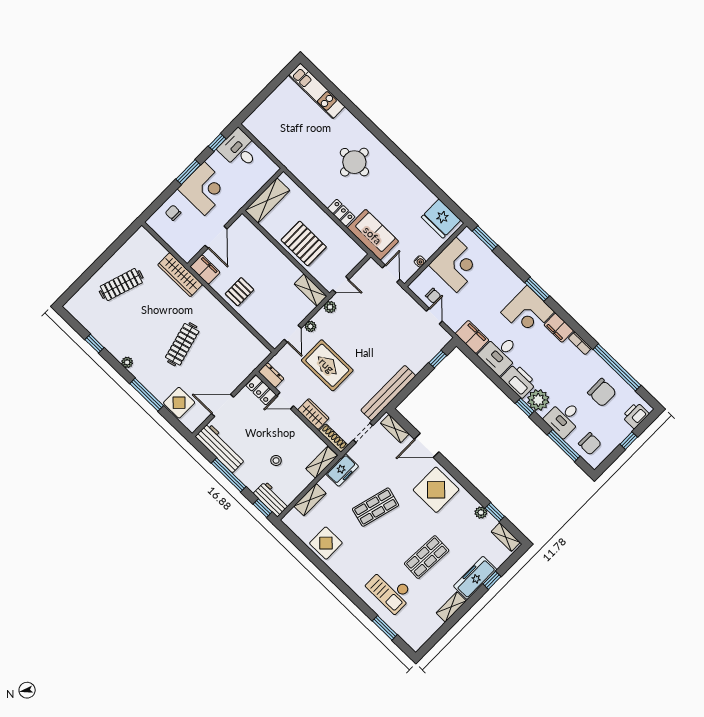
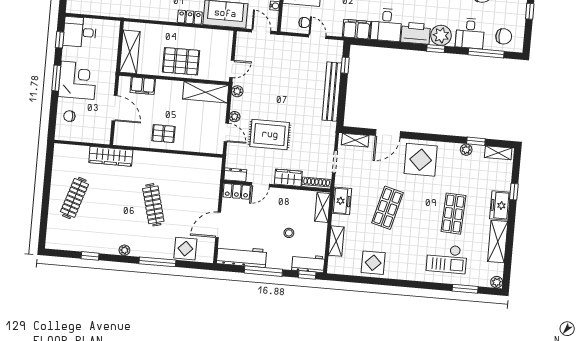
filing cabinet: (205, 269) -> (143, 86), moved, turned 180
shelving: (311, 290) -> (206, 92), width x1.50, depth x1.33
pallet: (239, 292) -> (163, 134), turned 90
bench: (388, 393) -> (332, 92), moved
freezer: (475, 578) -> (500, 206), width x0.71
shelving: (451, 607) -> (498, 242), width x1.50, depth x1.33
plant: (416, 644) -> (497, 282), added

